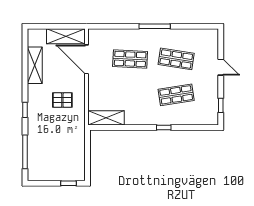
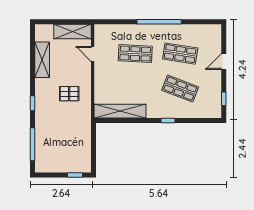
window: (155, 26) -> (159, 22), width x1.46
door: (86, 59) -> (93, 54), width x0.53
door: (221, 67) -> (224, 61), swing flipped
shop shelf: (176, 95) -> (180, 89), turned 30
shelving: (106, 118) -> (120, 111), width x1.47

